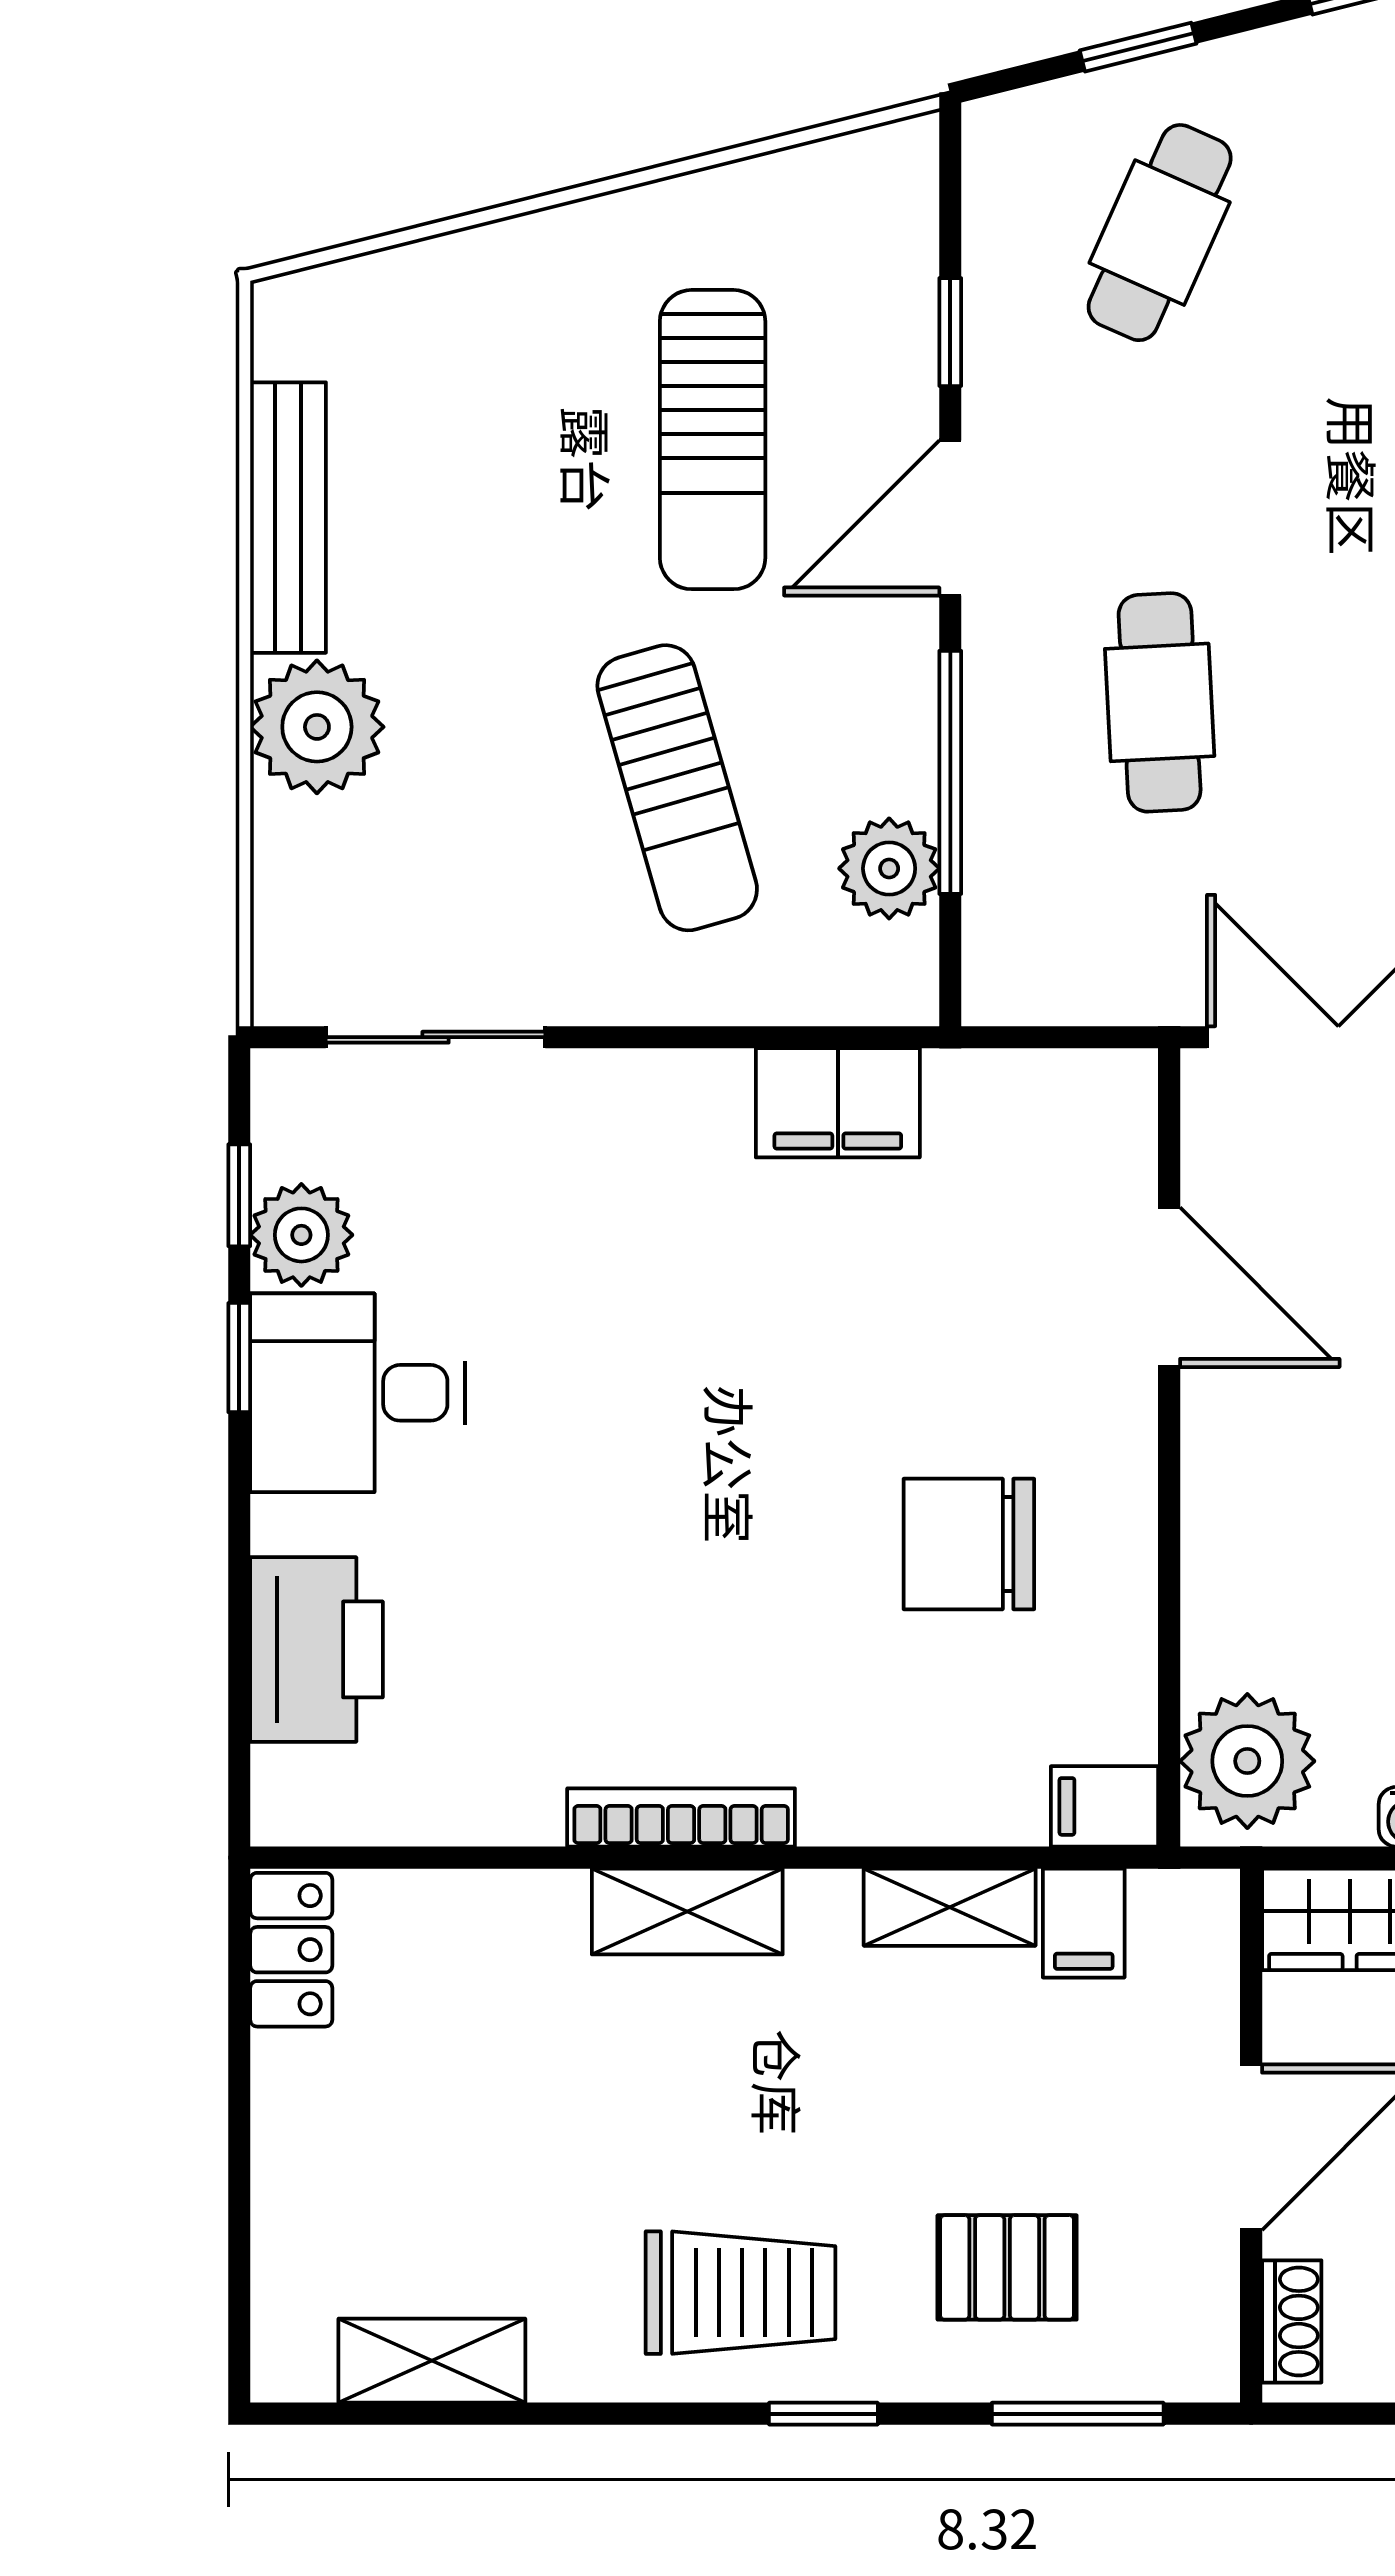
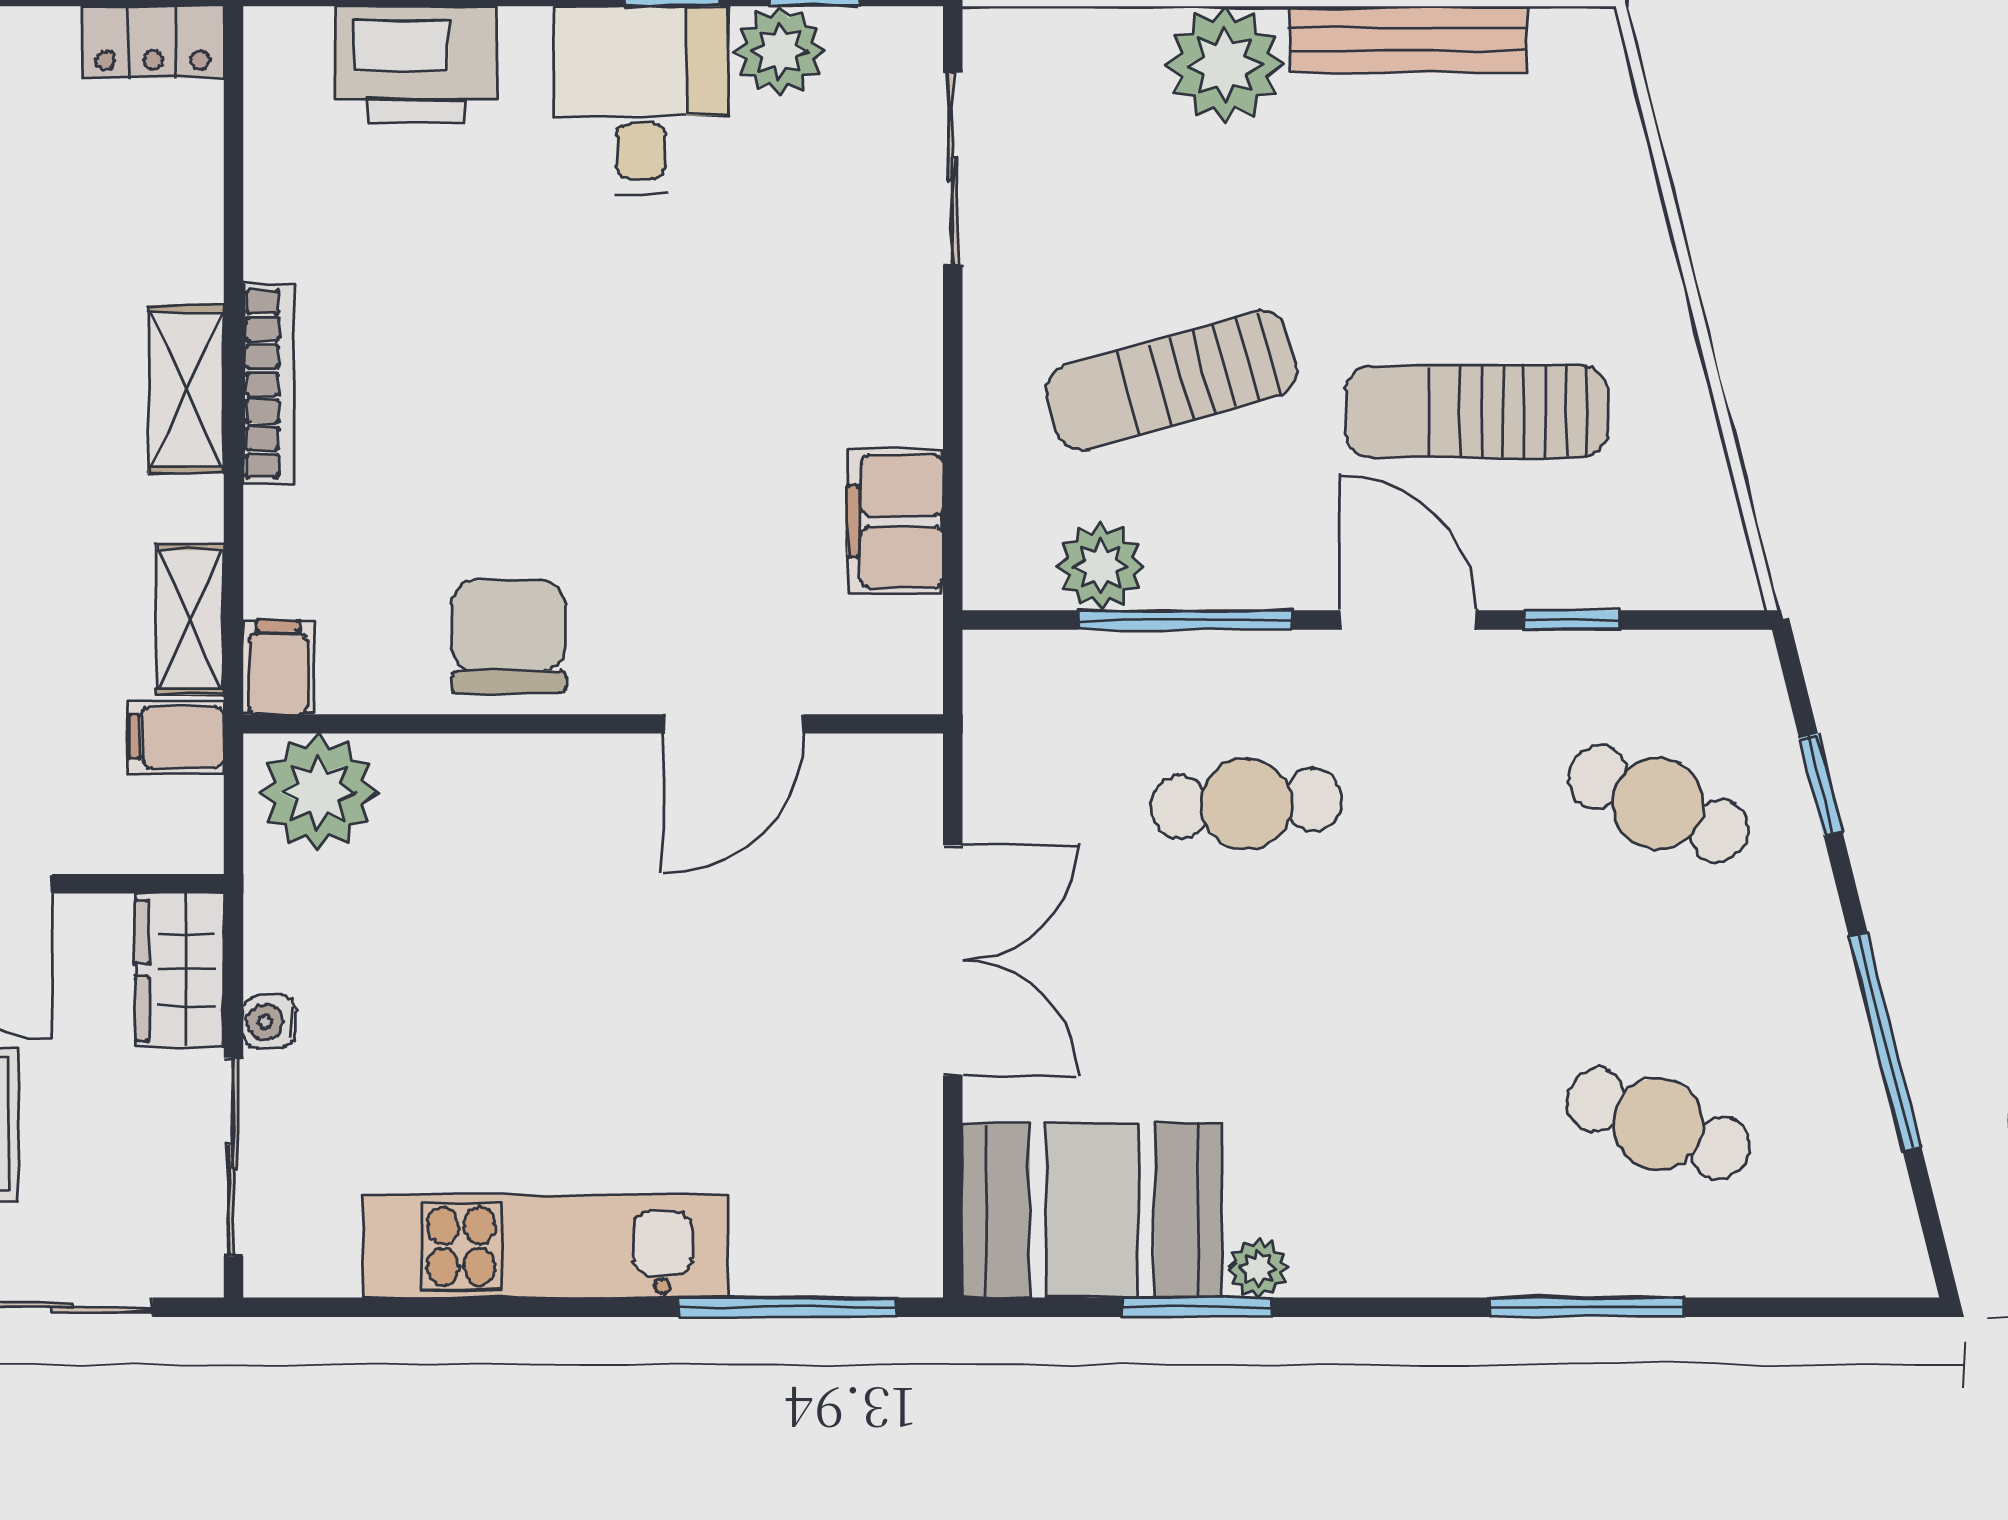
door: (1169, 1287) -> (733, 724), moved
wall: (1169, 1447) -> (593, 724), moved
plant: (1247, 1761) -> (318, 792), moved
filing cabinet: (1104, 1806) -> (278, 667), moved

